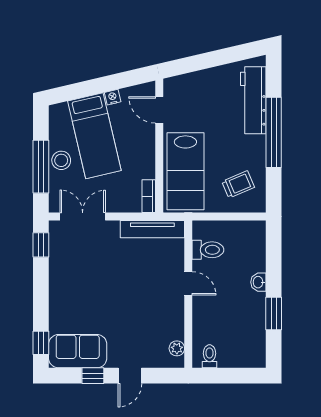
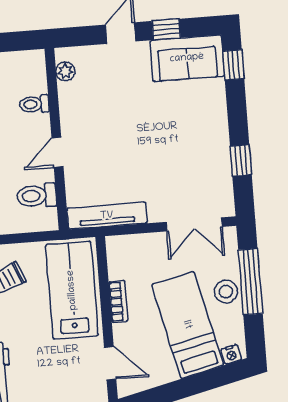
nightstand: (113, 97) -> (231, 354), moved
bookcase: (149, 196) -> (118, 302), moved
window: (41, 245) -> (241, 160), moved
door: (188, 283) -> (58, 152), hinge flipped
toilet: (209, 356) -> (34, 104), moved, turned 90

